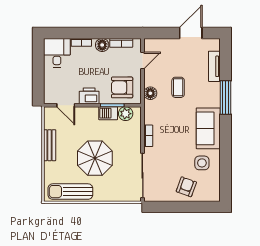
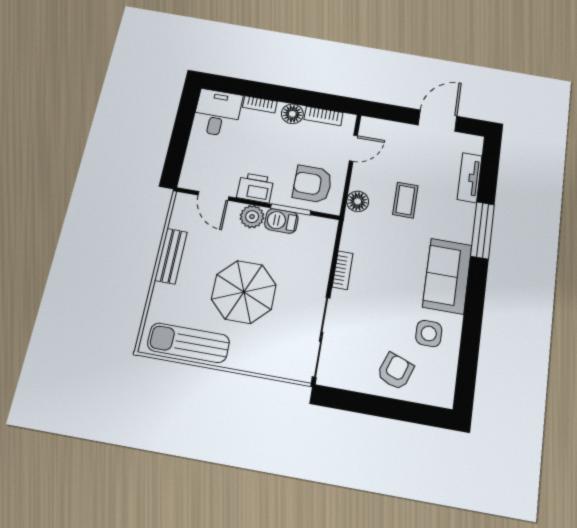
plant: (126, 114) -> (252, 217), moved

